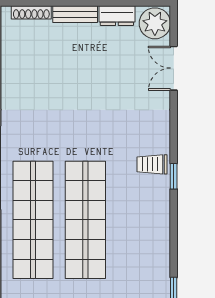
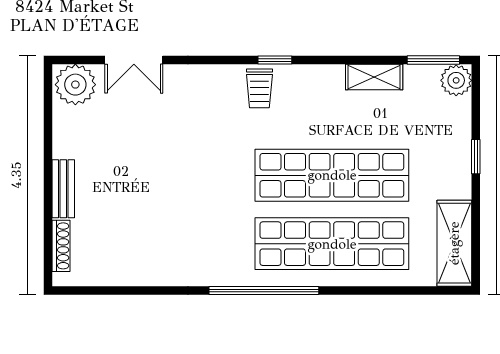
dresser: (117, 16) -> (65, 134), removed
shelving: (161, 252) -> (374, 77), added

